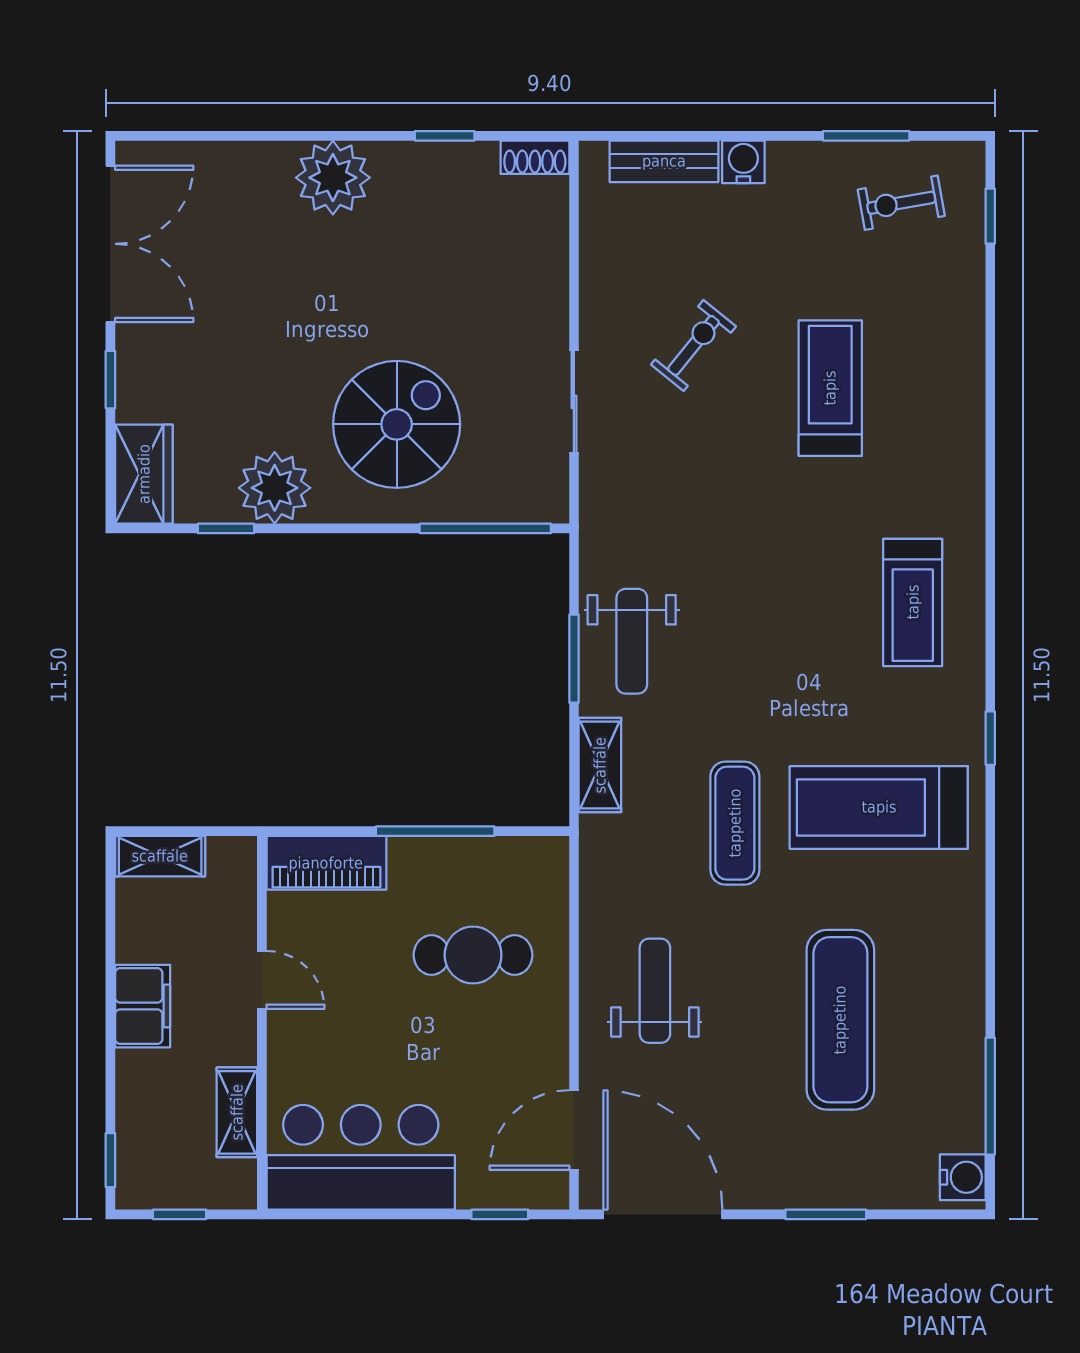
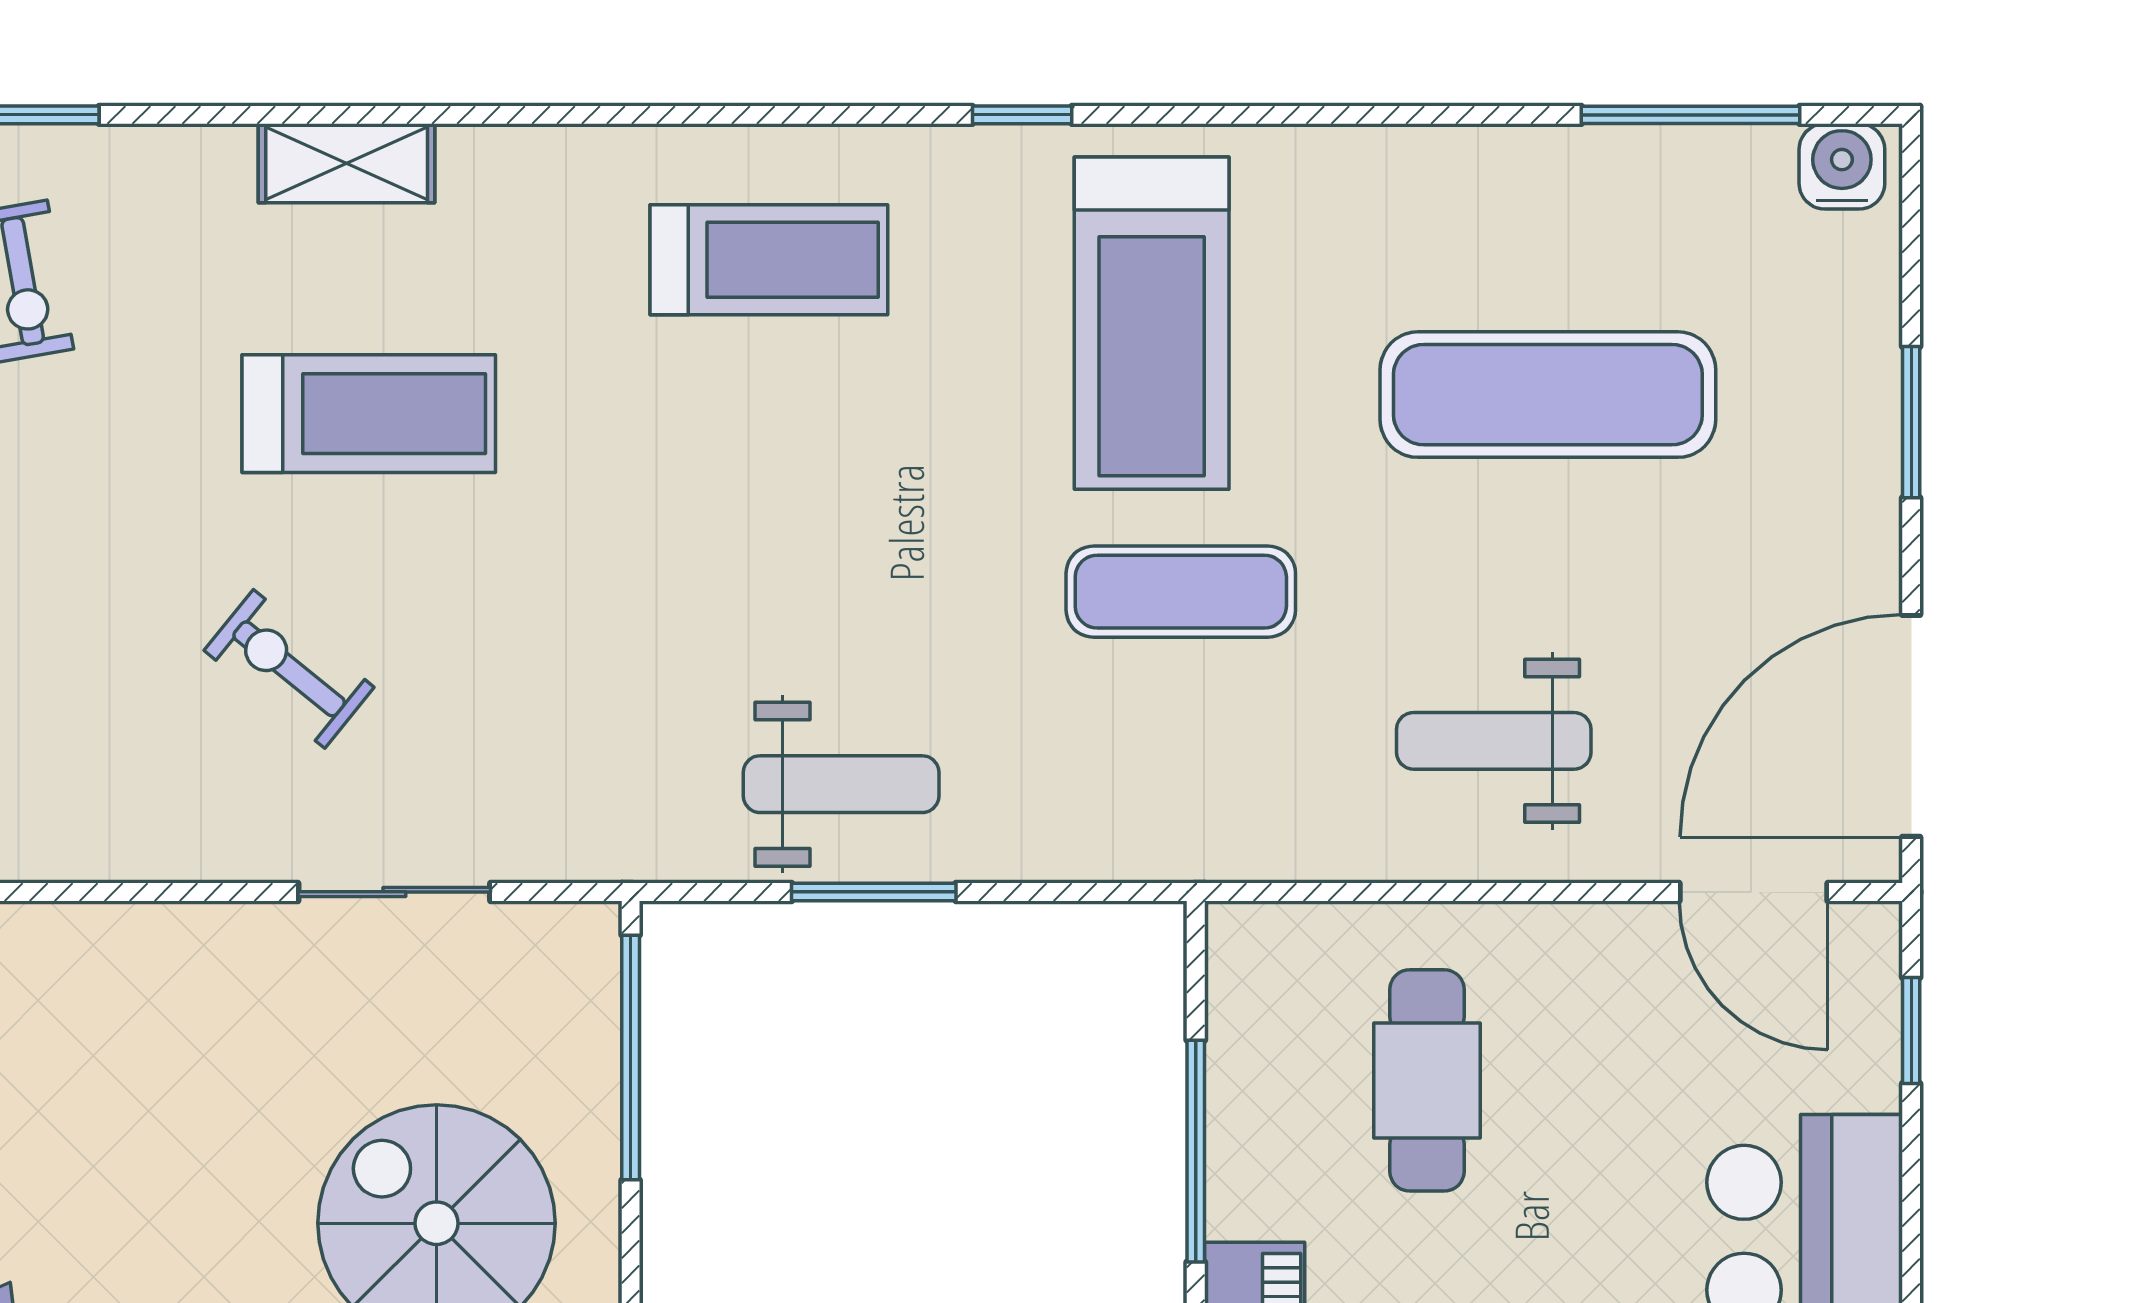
treadmill: (830, 388) -> (369, 414), turned 180
shelving: (600, 765) -> (347, 163), moved

